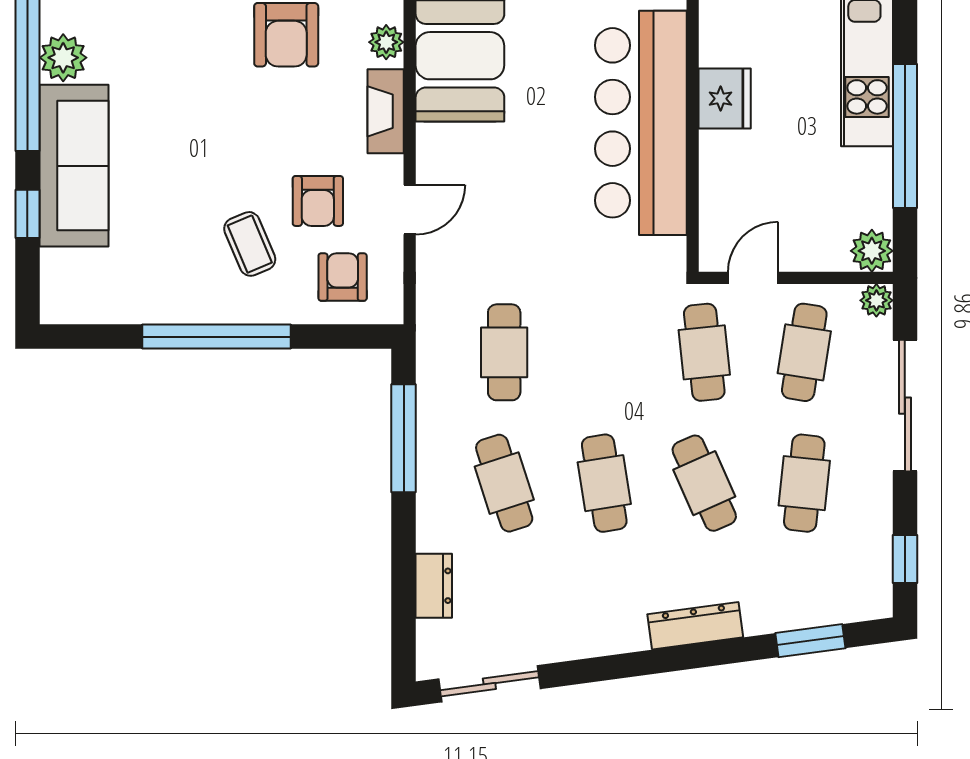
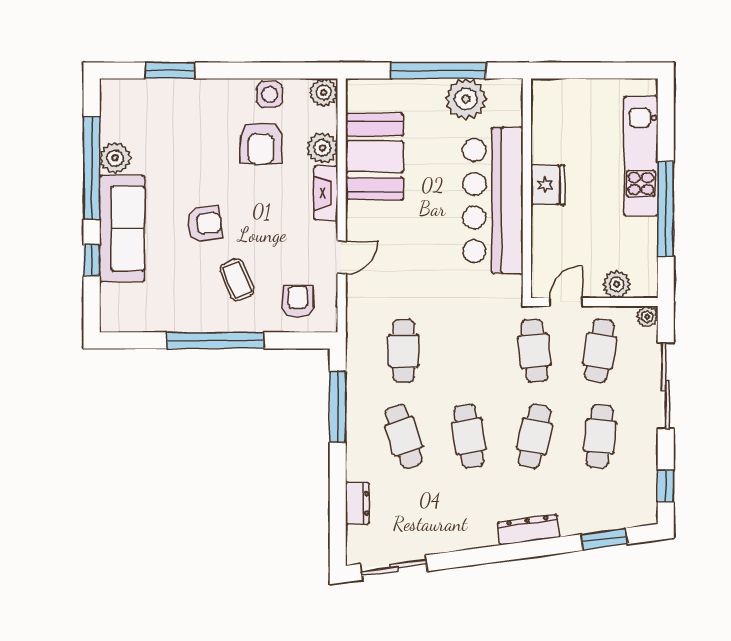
plant: (386, 42) -> (322, 148), width x1.38, depth x1.38
armchair: (318, 201) -> (204, 224), moved, turned -97
plant: (872, 251) -> (617, 284), moved
cafe table: (704, 483) -> (534, 436), turned 36

